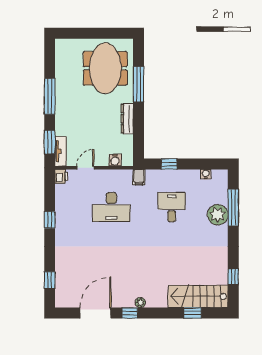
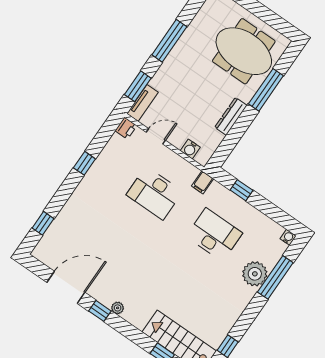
meeting table: (105, 68) -> (244, 51), turned 90
water cooler: (206, 174) -> (288, 237), moved
desk: (172, 207) -> (214, 235), width x1.37

